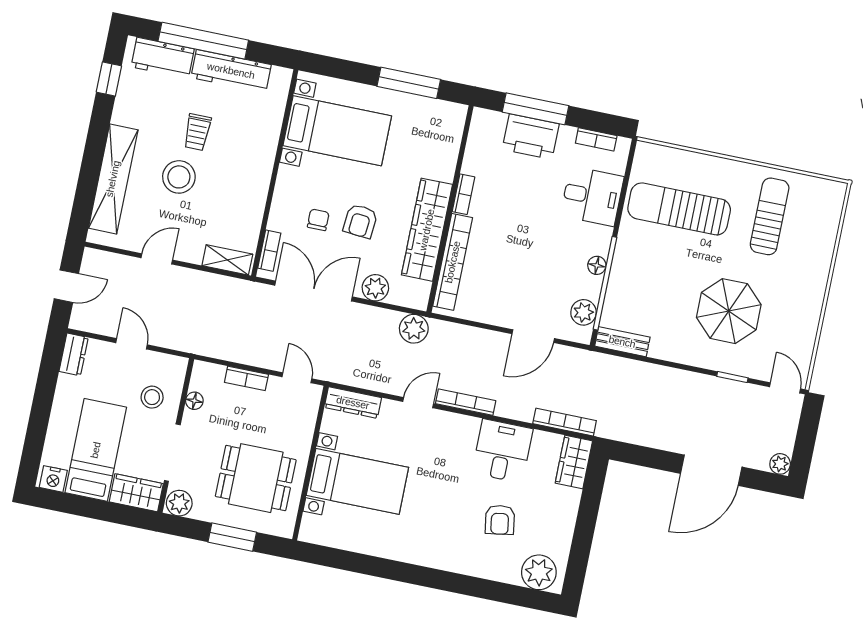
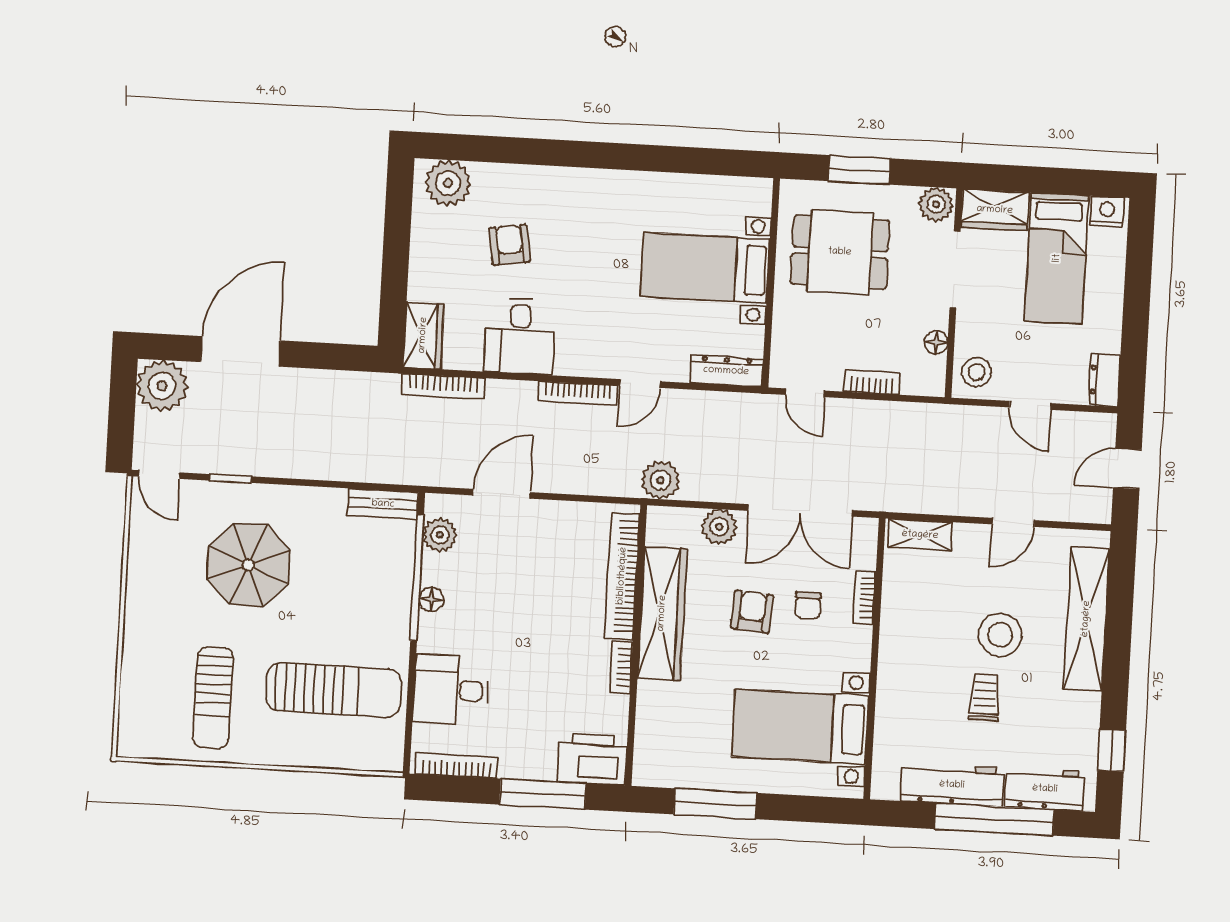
printer: (531, 137) -> (592, 759), moved
bookcase: (596, 139) -> (457, 766), width x1.56
bookcase: (269, 251) -> (864, 597), moved
stool: (152, 397) -> (977, 372), moved
plant: (780, 464) -> (162, 386), width x1.87, depth x1.87

